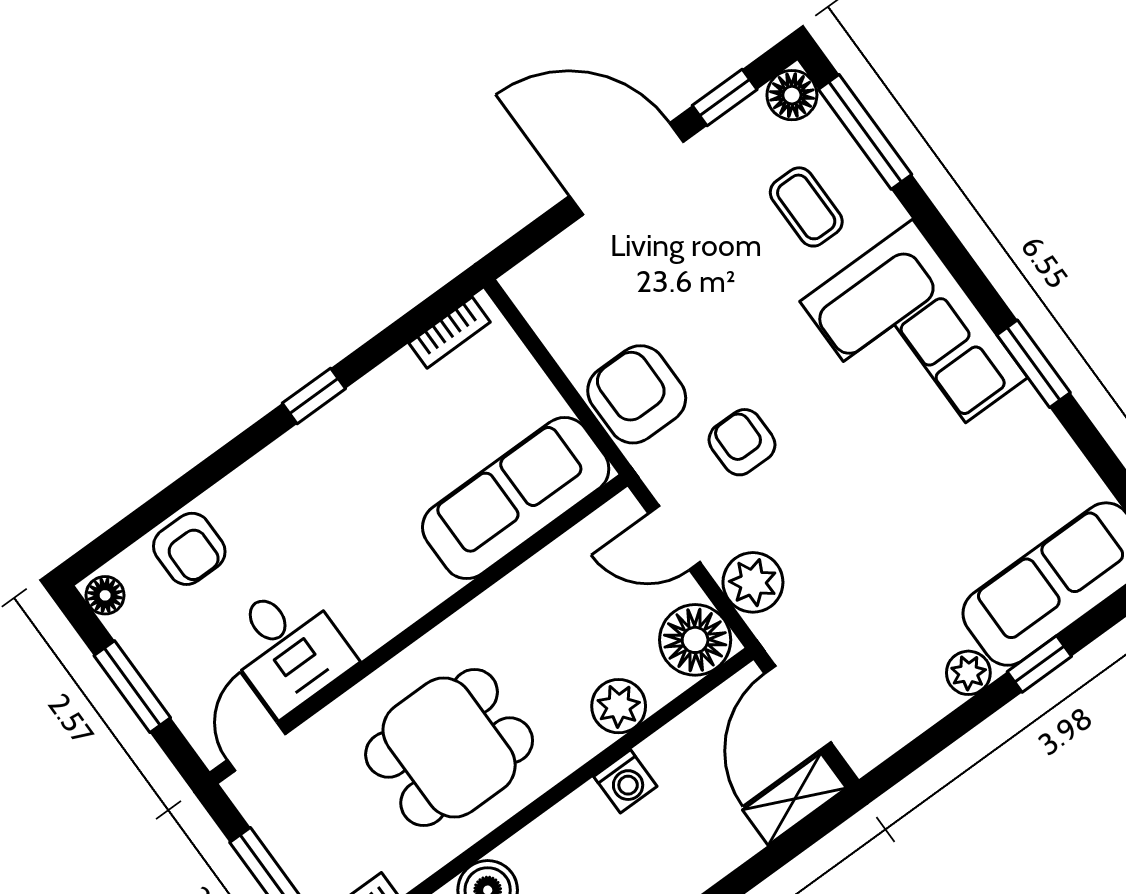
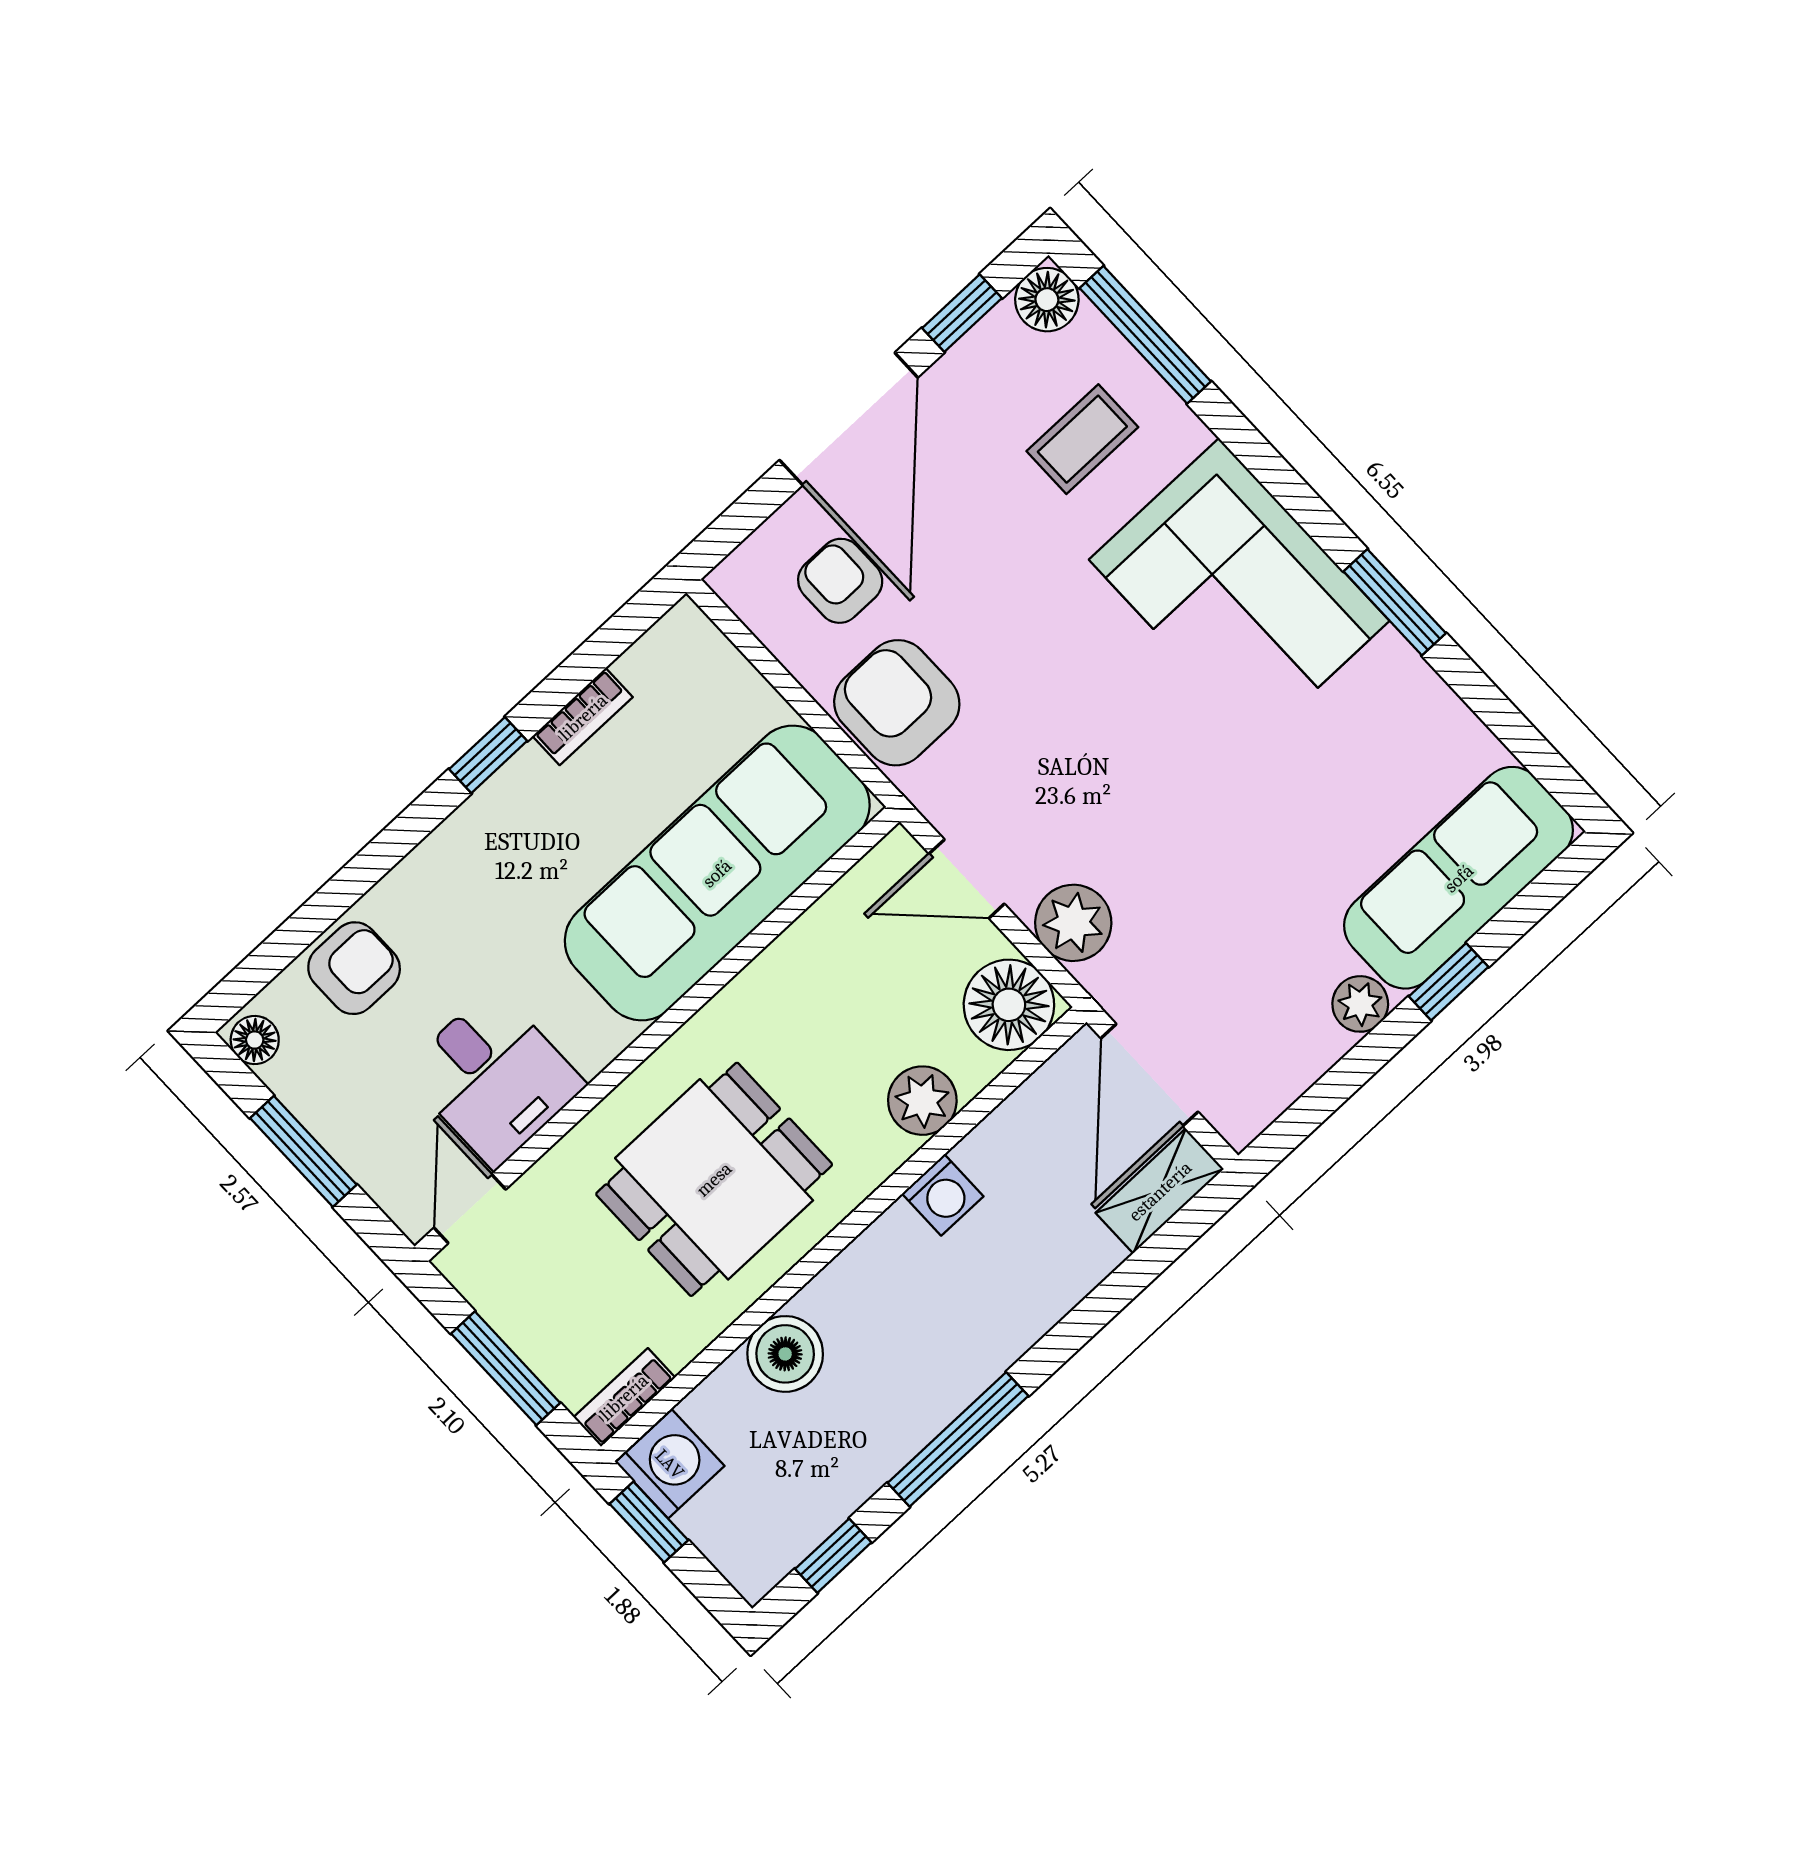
door: (626, 169) -> (849, 419), swing flipped
coffee table: (806, 207) -> (1082, 439), turned 90
bookcase: (450, 333) -> (583, 717), moved
armchair: (742, 442) -> (840, 581), moved
sofa: (516, 498) -> (717, 873), width x1.36, depth x1.27
armchair: (189, 549) -> (354, 968), turned -90

